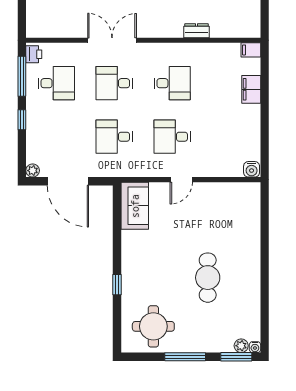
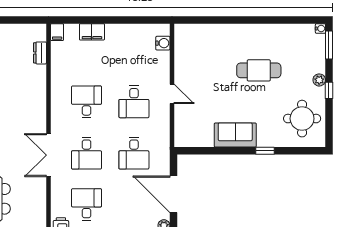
dresser: (197, 31) -> (40, 53), moved
water cooler: (252, 169) -> (163, 43), moved
door: (68, 181) -> (173, 194), swing flipped
sofa: (135, 206) -> (235, 135), moved
plant: (241, 346) -> (319, 80), moved
window: (185, 357) -> (329, 90), width x0.46

